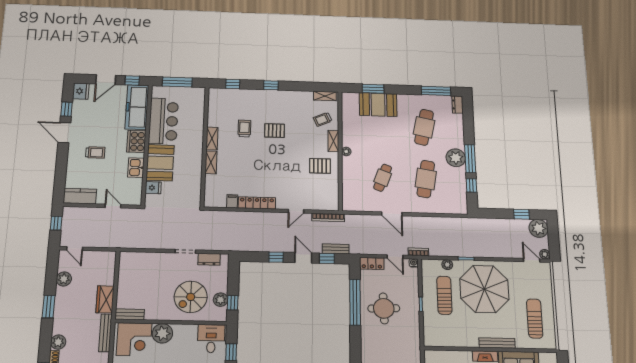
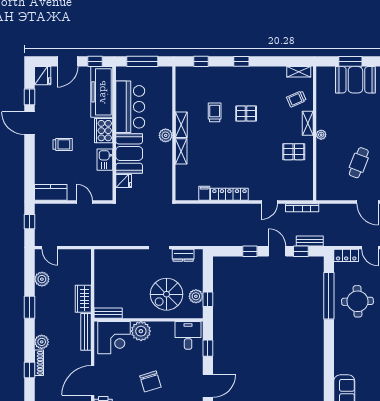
plant: (196, 147) -> (166, 135), added

